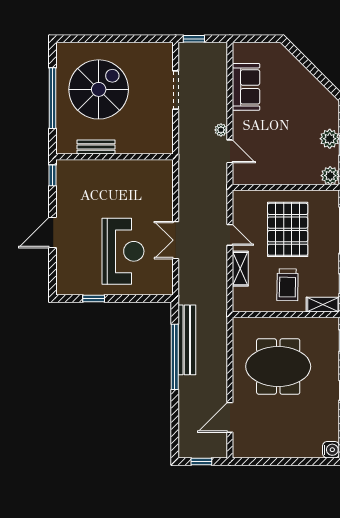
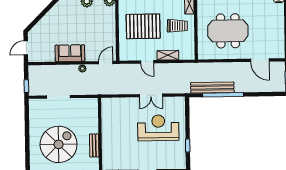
door: (256, 39) -> (26, 48), added
sofa: (246, 87) -> (70, 53), moved
spiral stairs: (99, 89) -> (59, 144), turned 90
door: (230, 151) -> (106, 63), moved
door: (230, 235) -> (147, 62), swing flipped
meeting table: (278, 366) -> (228, 31), turned 90

